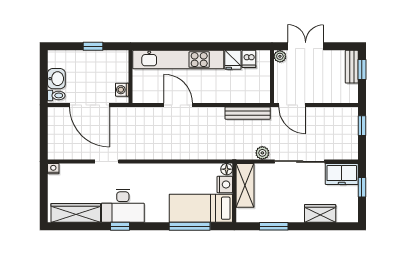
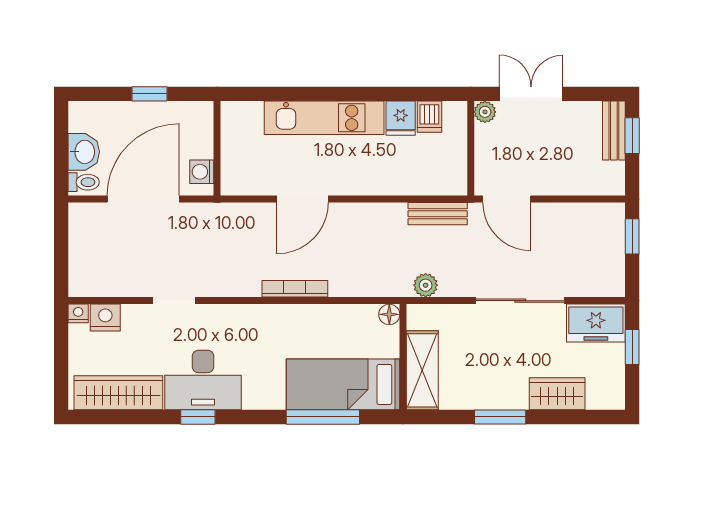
kitchen unit: (178, 60) -> (324, 118), width x0.73
door: (89, 105) -> (143, 199), swing flipped
door: (178, 105) -> (303, 199), swing flipped
bench: (248, 113) -> (438, 214), width x0.73
plant: (262, 153) -> (426, 285), moved
bookcase: (174, 155) -> (295, 289), added
nightstand: (225, 184) -> (105, 318), moved, turned -90
shelving: (245, 185) -> (422, 370), moved
window: (274, 226) -> (500, 417), moved

